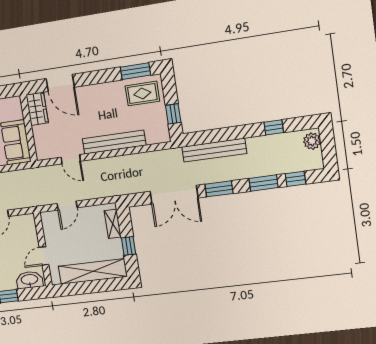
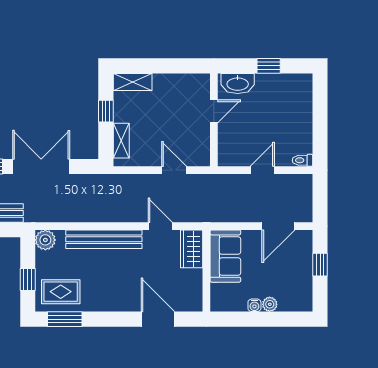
wardrobe: (37, 109) -> (192, 249), moved
window: (173, 114) -> (28, 280), moved
plant: (161, 135) -> (45, 240), added
door: (67, 206) -> (174, 170), hinge flipped
shelving: (93, 271) -> (133, 82), width x0.45, depth x0.75

